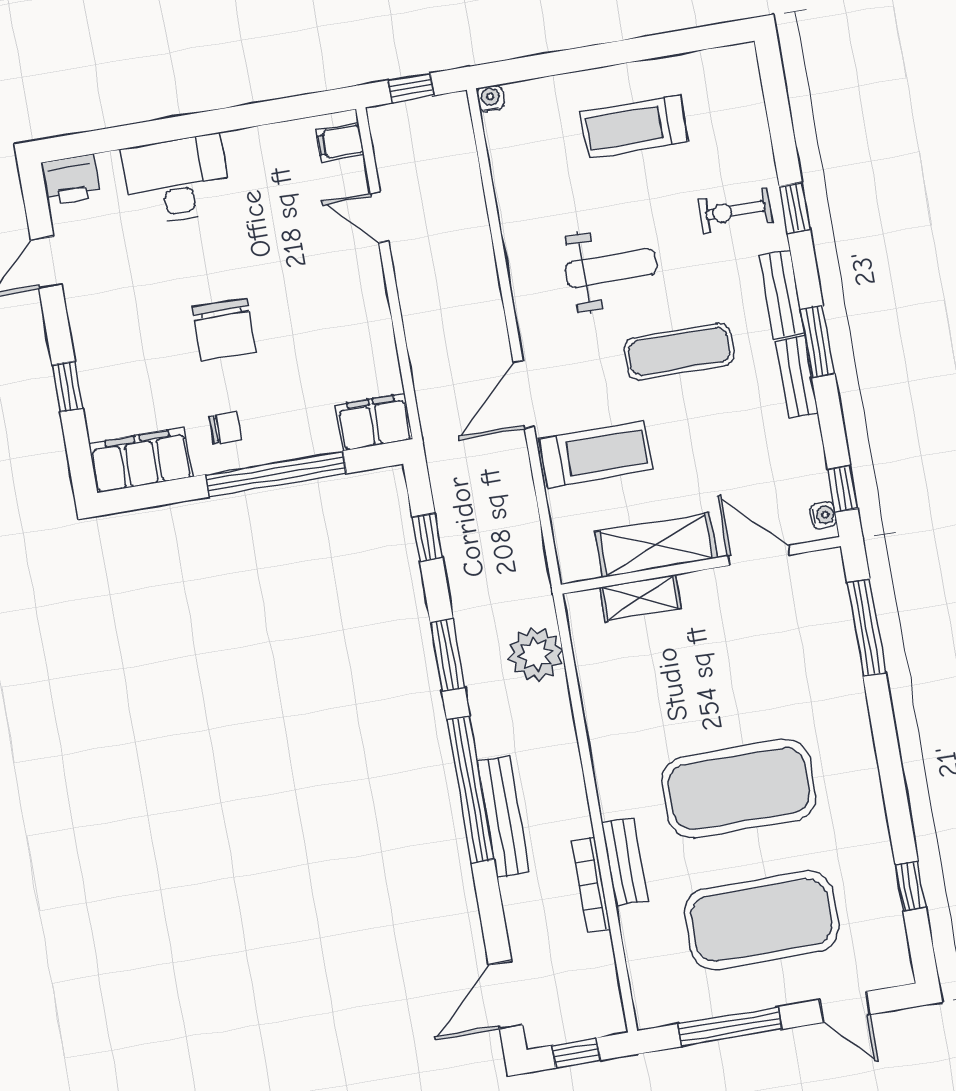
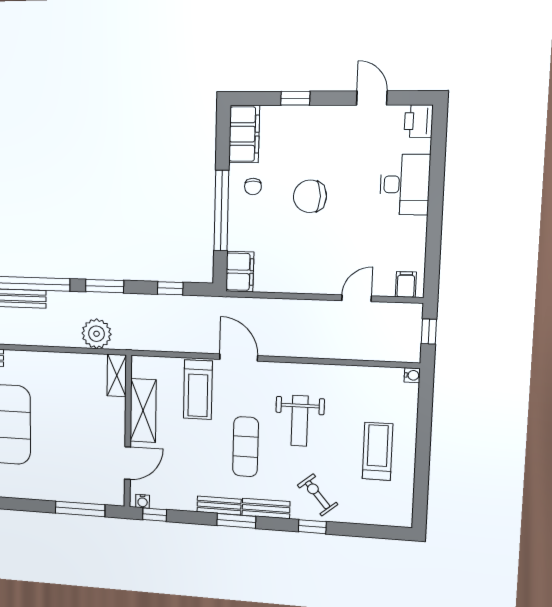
exercise bike: (735, 211) -> (318, 495), turned -40
shelving: (640, 598) -> (117, 375), moved

